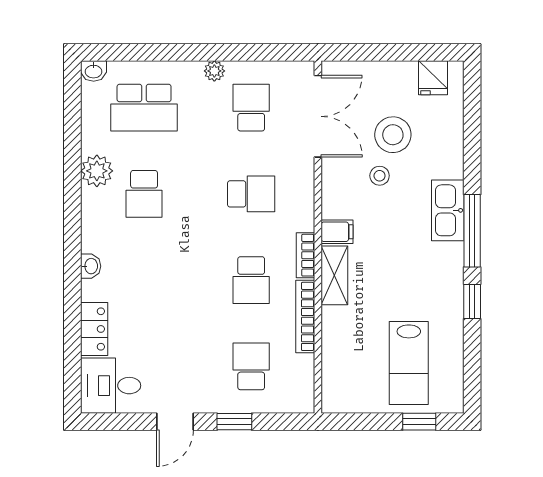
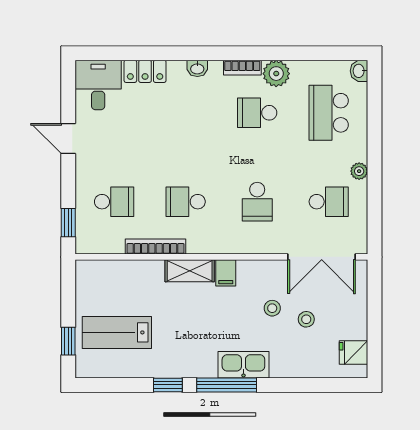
stool: (393, 135) -> (306, 319), width x0.53, depth x0.53
bookcase: (306, 255) -> (242, 68), moved, turned 180
window: (234, 422) -> (68, 223), moved

